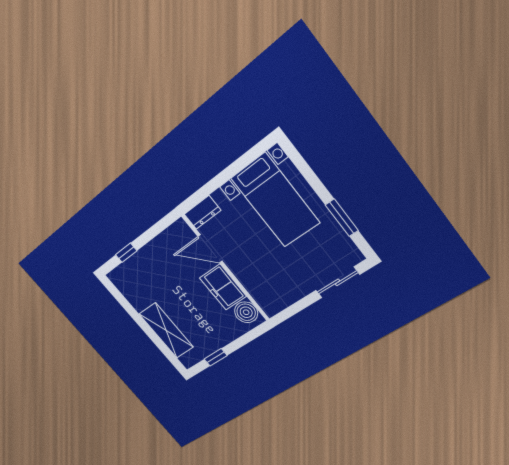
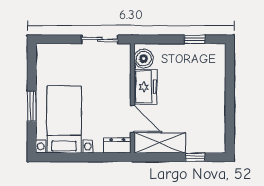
window: (342, 218) -> (32, 106), moved
sliding door: (338, 282) -> (100, 39), moved
shelving: (166, 331) -> (160, 143), moved, turned 90

